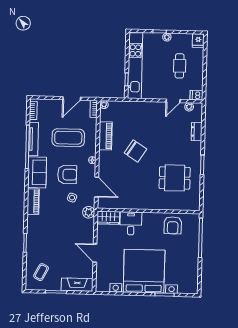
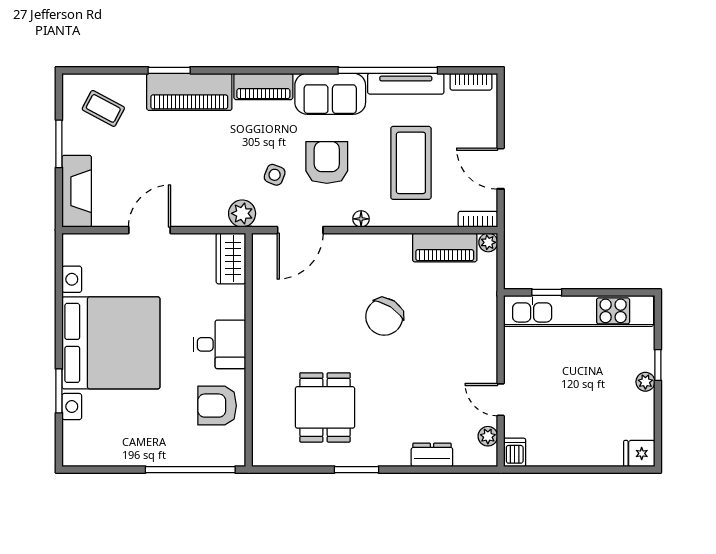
cafe table: (180, 66) -> (581, 412), removed
piano: (105, 136) -> (445, 247), moved
armchair: (67, 175) -> (327, 162), turned 180
desk: (131, 223) -> (219, 344), moved
piano: (35, 234) -> (189, 92), added

